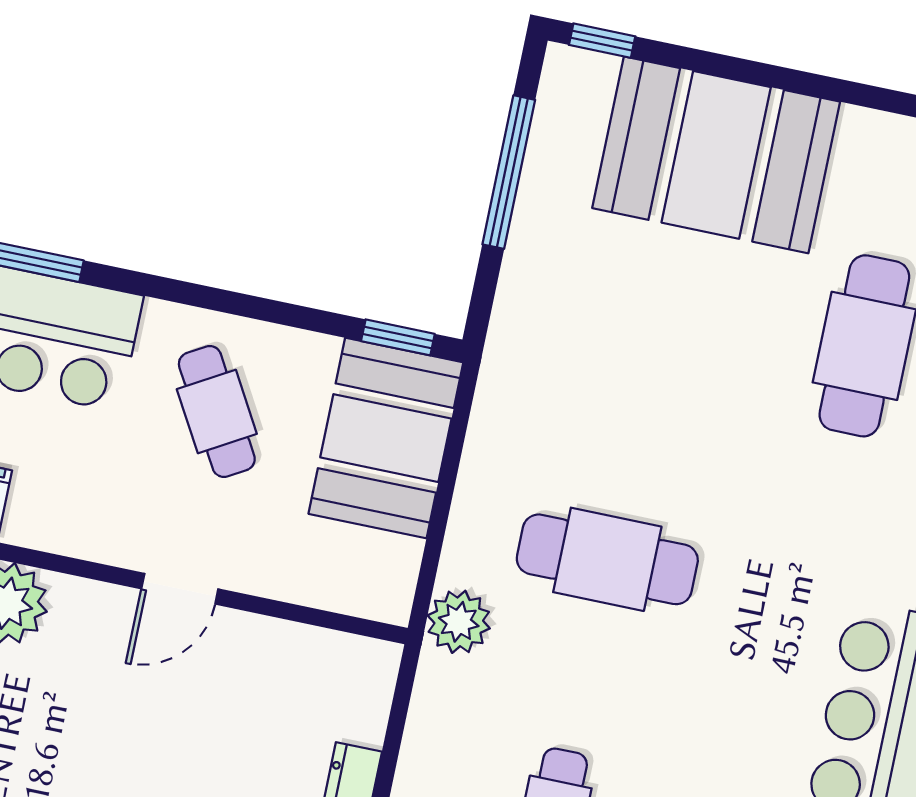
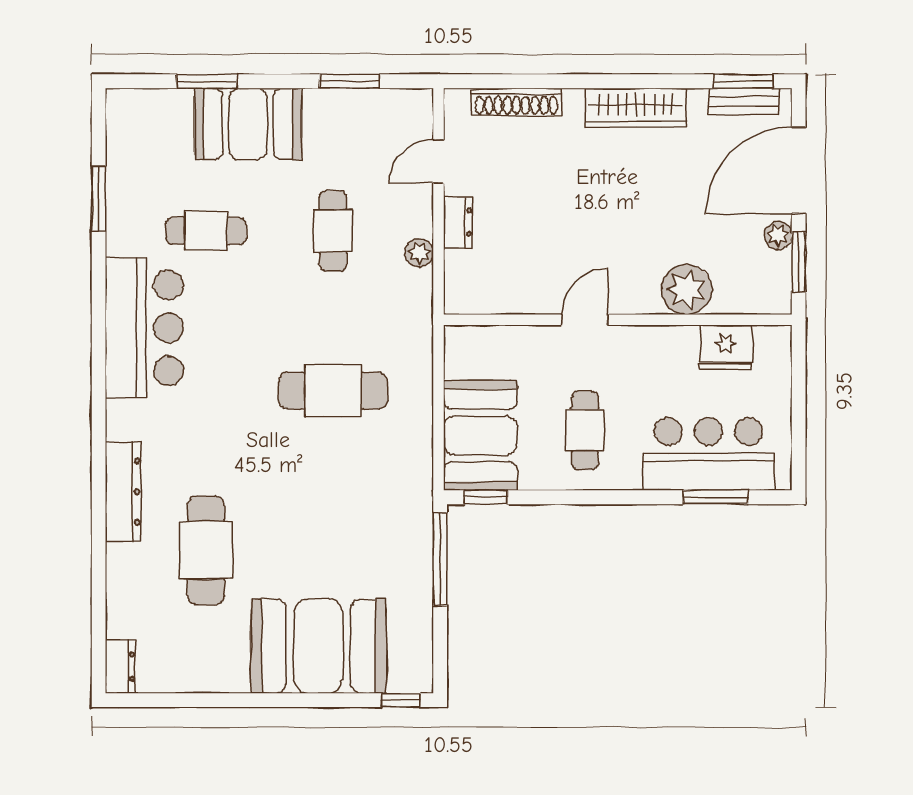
window: (509, 172) -> (440, 559), moved
cafe table: (217, 411) -> (585, 430), turned 30
plant: (459, 622) -> (419, 253), moved, width x0.73, depth x0.73

